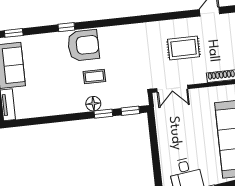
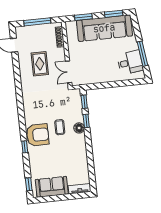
armchair: (83, 45) -> (38, 135), turned 90
double door: (172, 89) -> (69, 72), swing flipped

